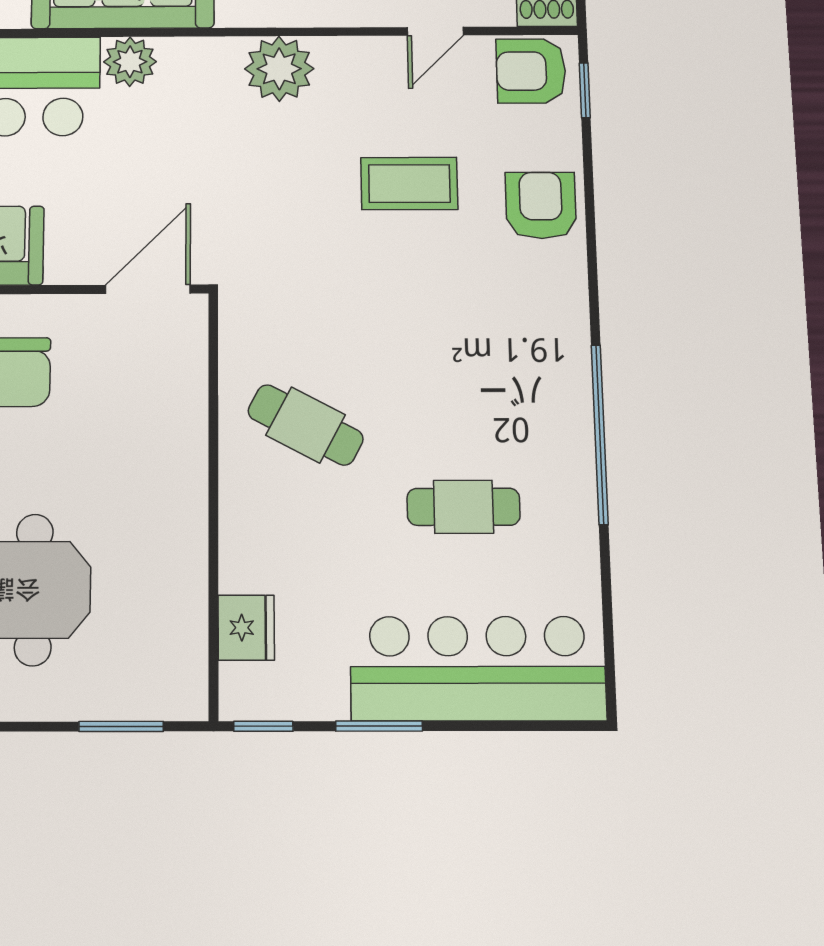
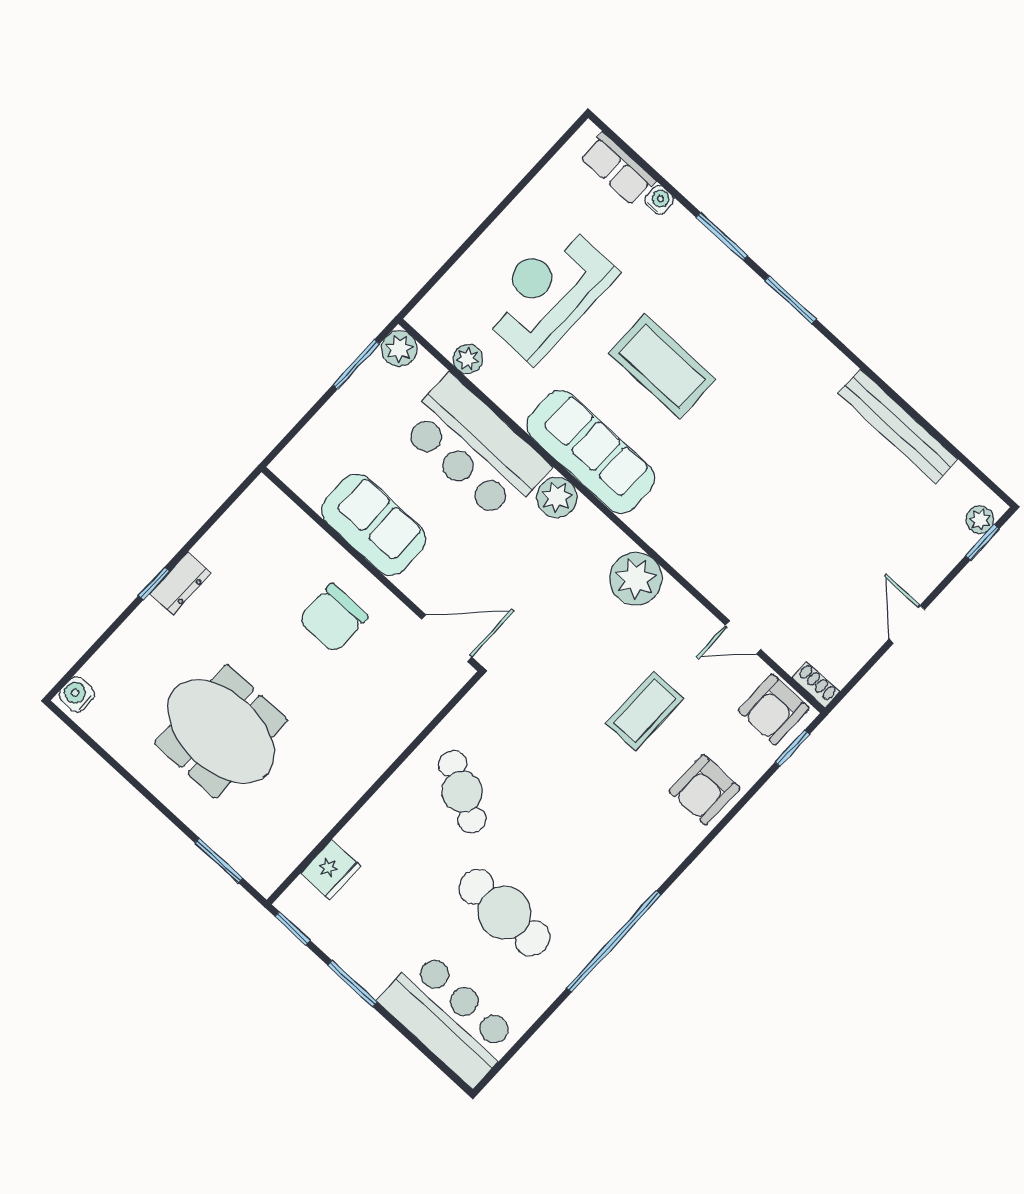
armchair: (531, 71) -> (774, 710), turned -90
coffee table: (409, 184) -> (645, 711), turned 90
armchair: (541, 205) -> (705, 790), turned 180
cafe table: (464, 507) -> (504, 913), width x1.37, depth x1.35
bar counter: (478, 668) -> (449, 1018), width x0.73

